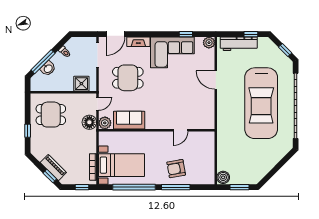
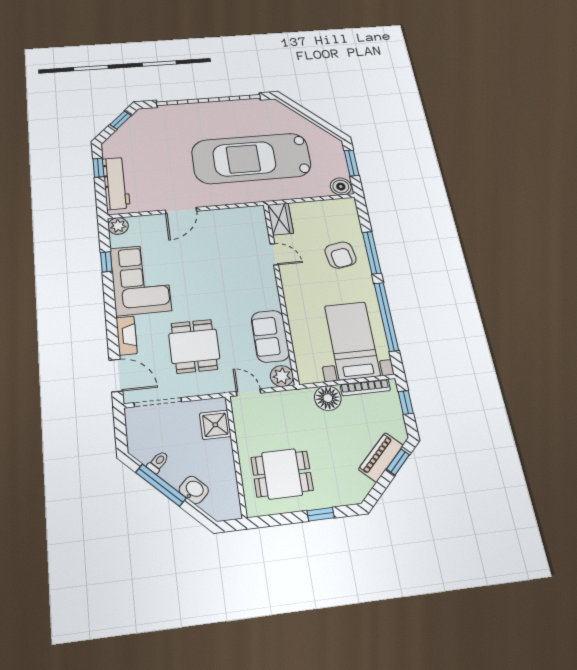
window: (43, 62) -> (161, 485), moved
car: (261, 103) -> (251, 158), moved, turned 180
dining table: (51, 115) -> (282, 474), turned 90
floor lamp: (89, 122) -> (328, 398), moved
wardrobe: (204, 137) -> (280, 219), added

